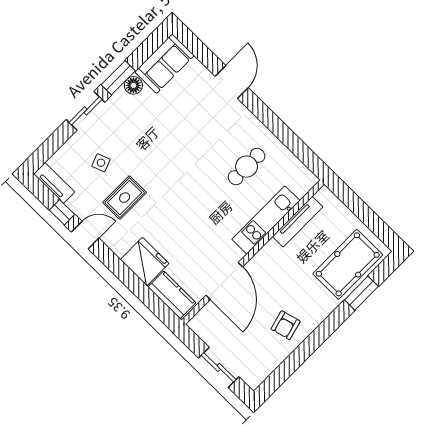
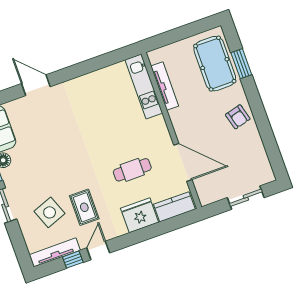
side table: (101, 163) -> (50, 212), width x1.87, depth x1.87
cafe table: (247, 167) -> (132, 170), moved, turned 90
tv unit: (54, 183) -> (55, 252), width x1.41
kitchen unit: (266, 220) -> (144, 86), moved
armchair: (286, 325) -> (238, 117), moved

